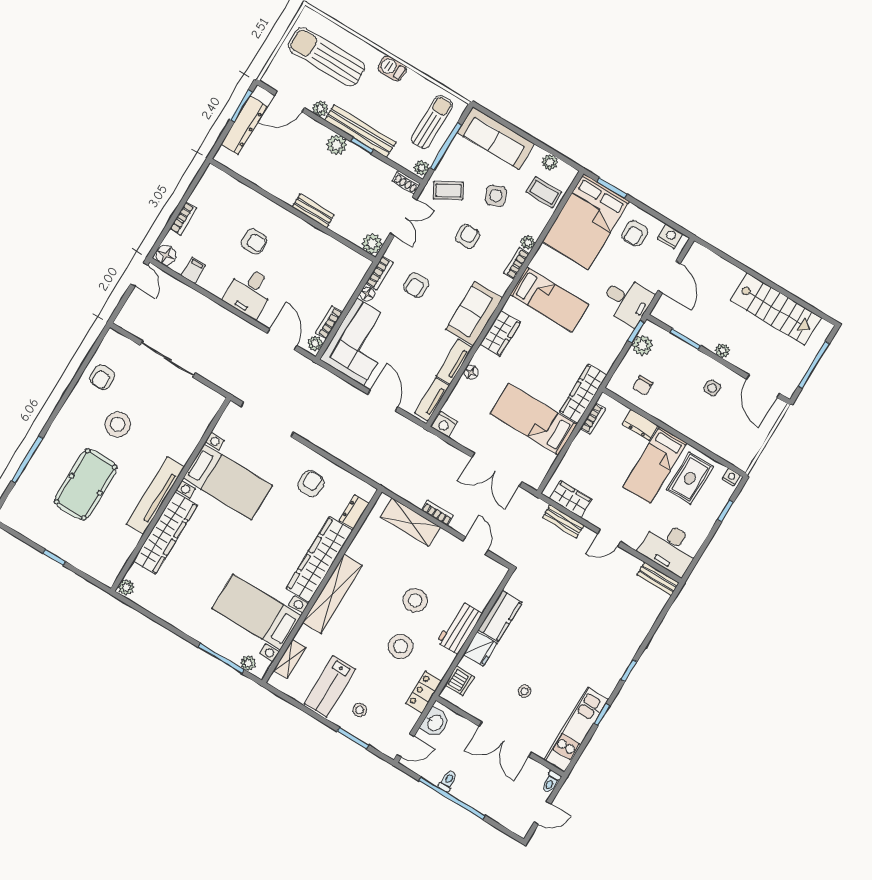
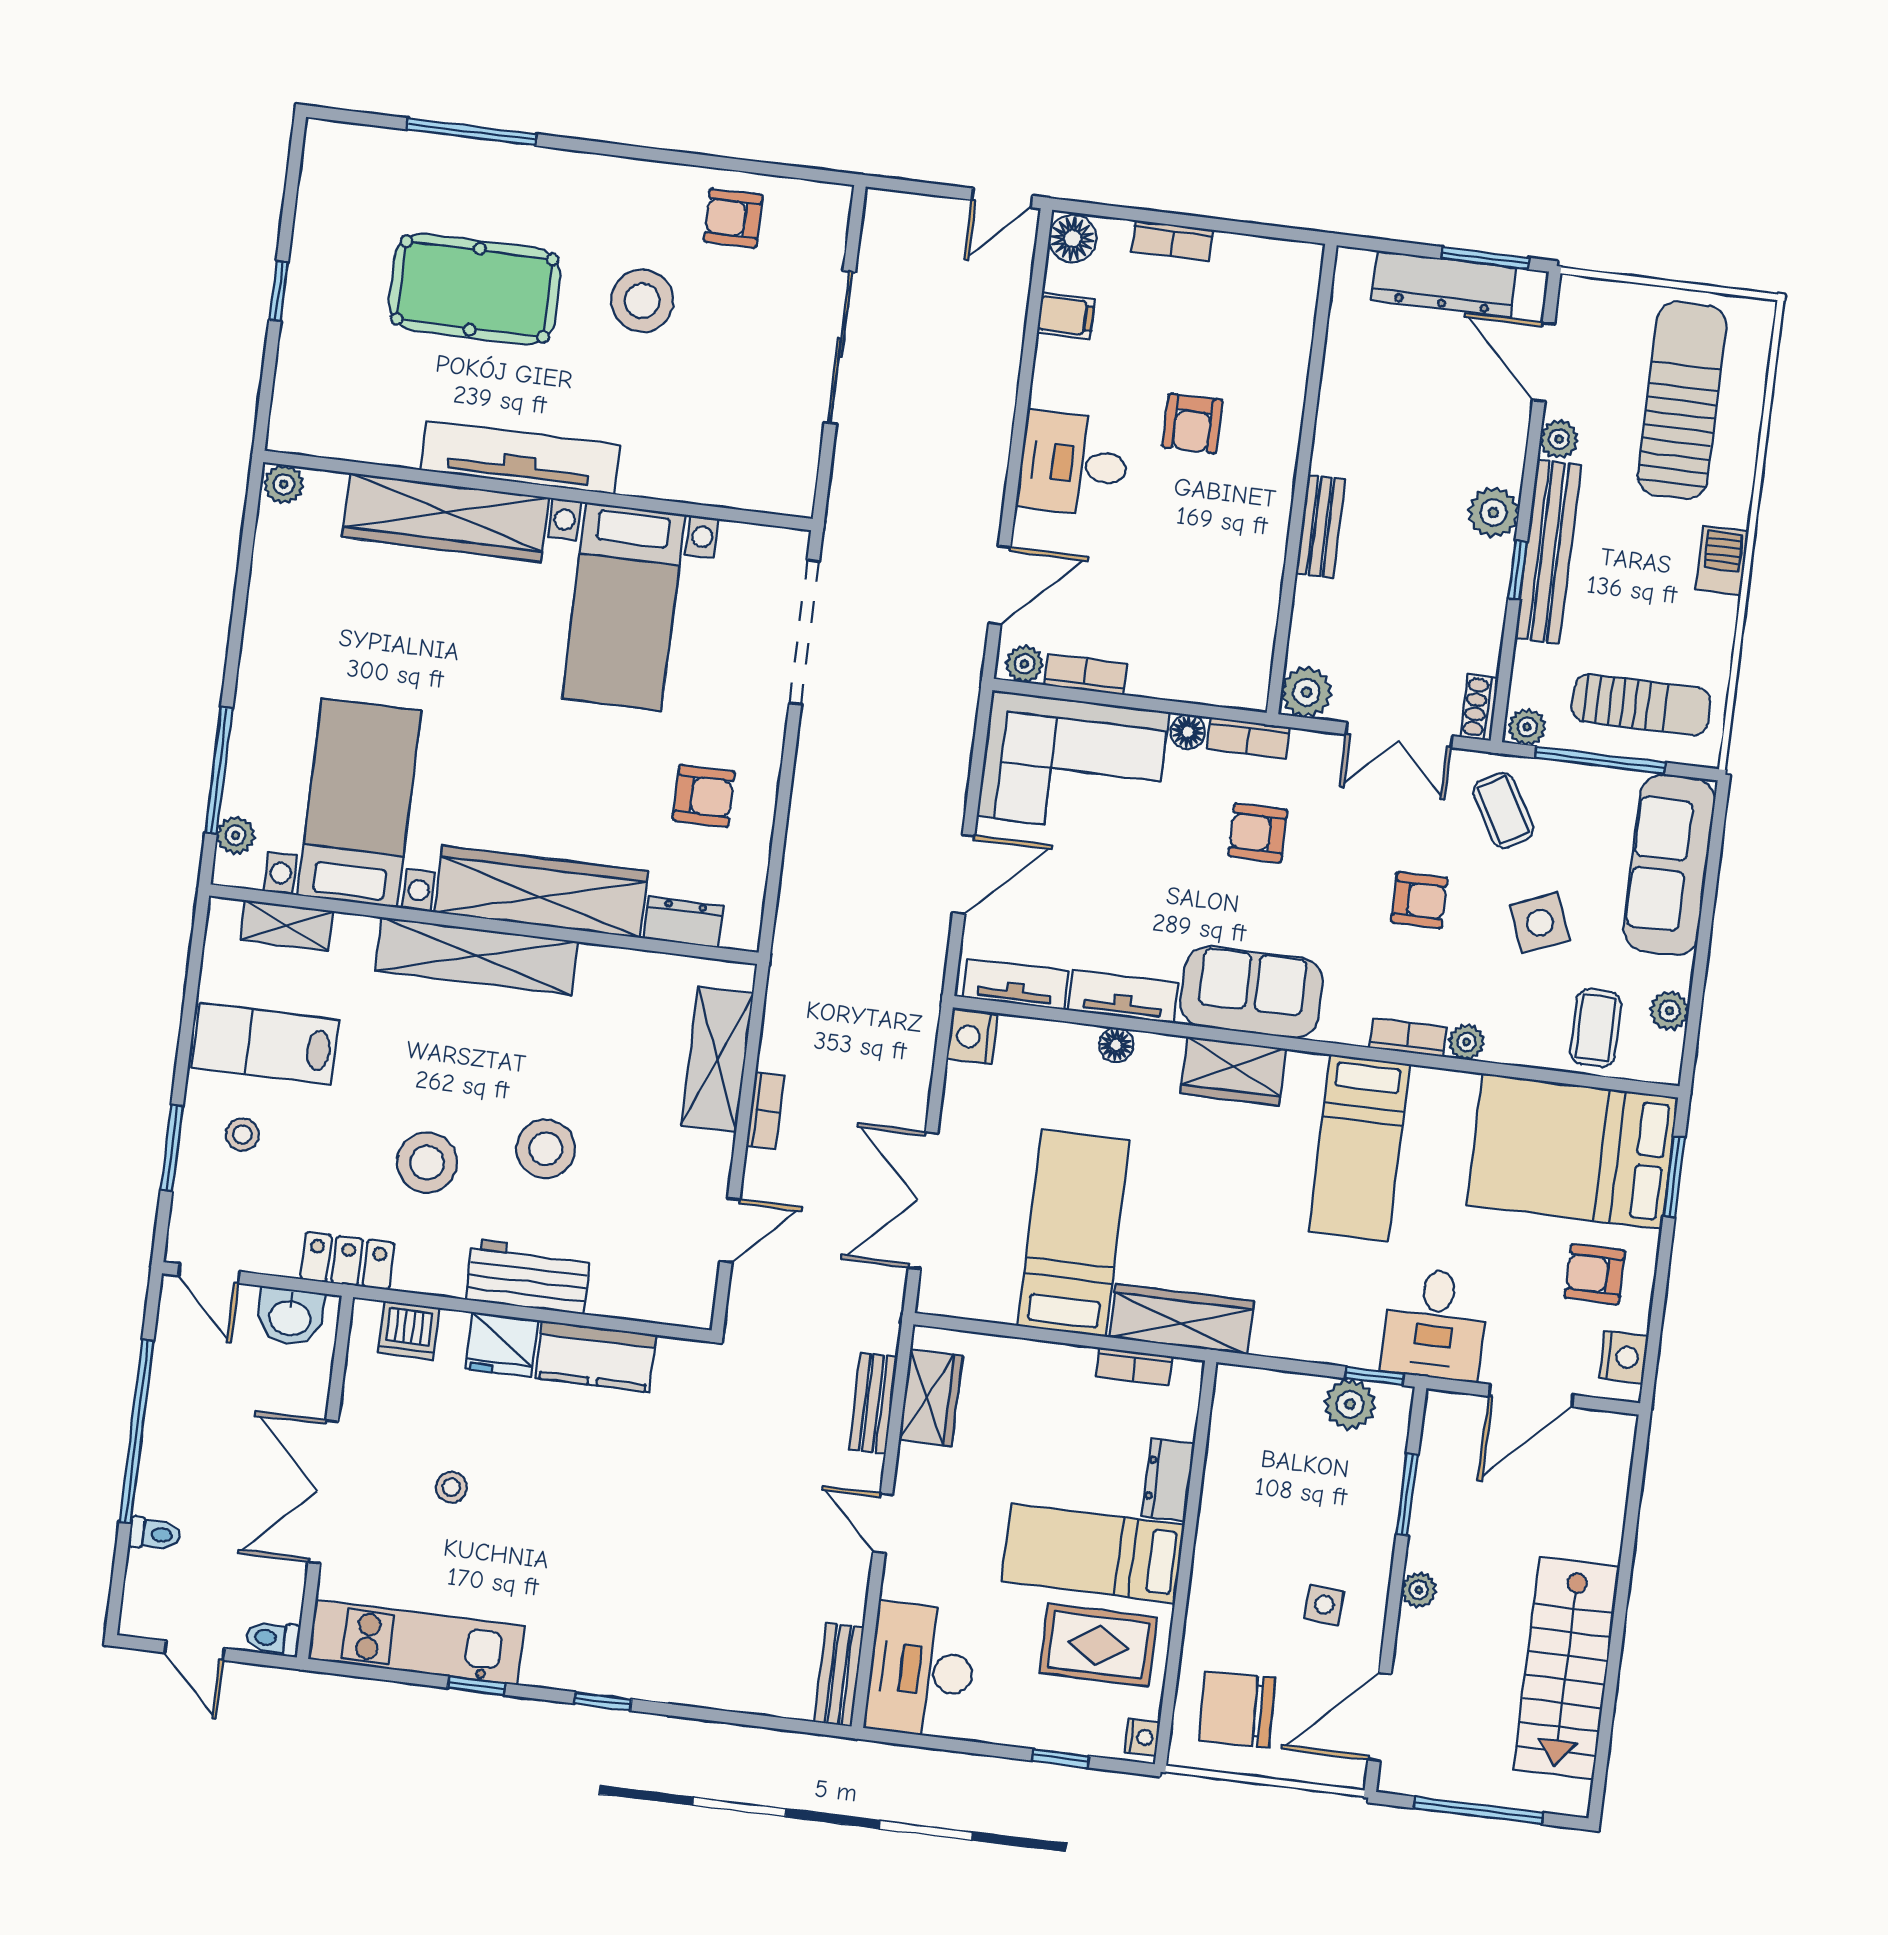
chair: (643, 386) -> (1237, 1709), moved, width x1.87, depth x1.87
toilet: (448, 781) -> (155, 1534), moved

